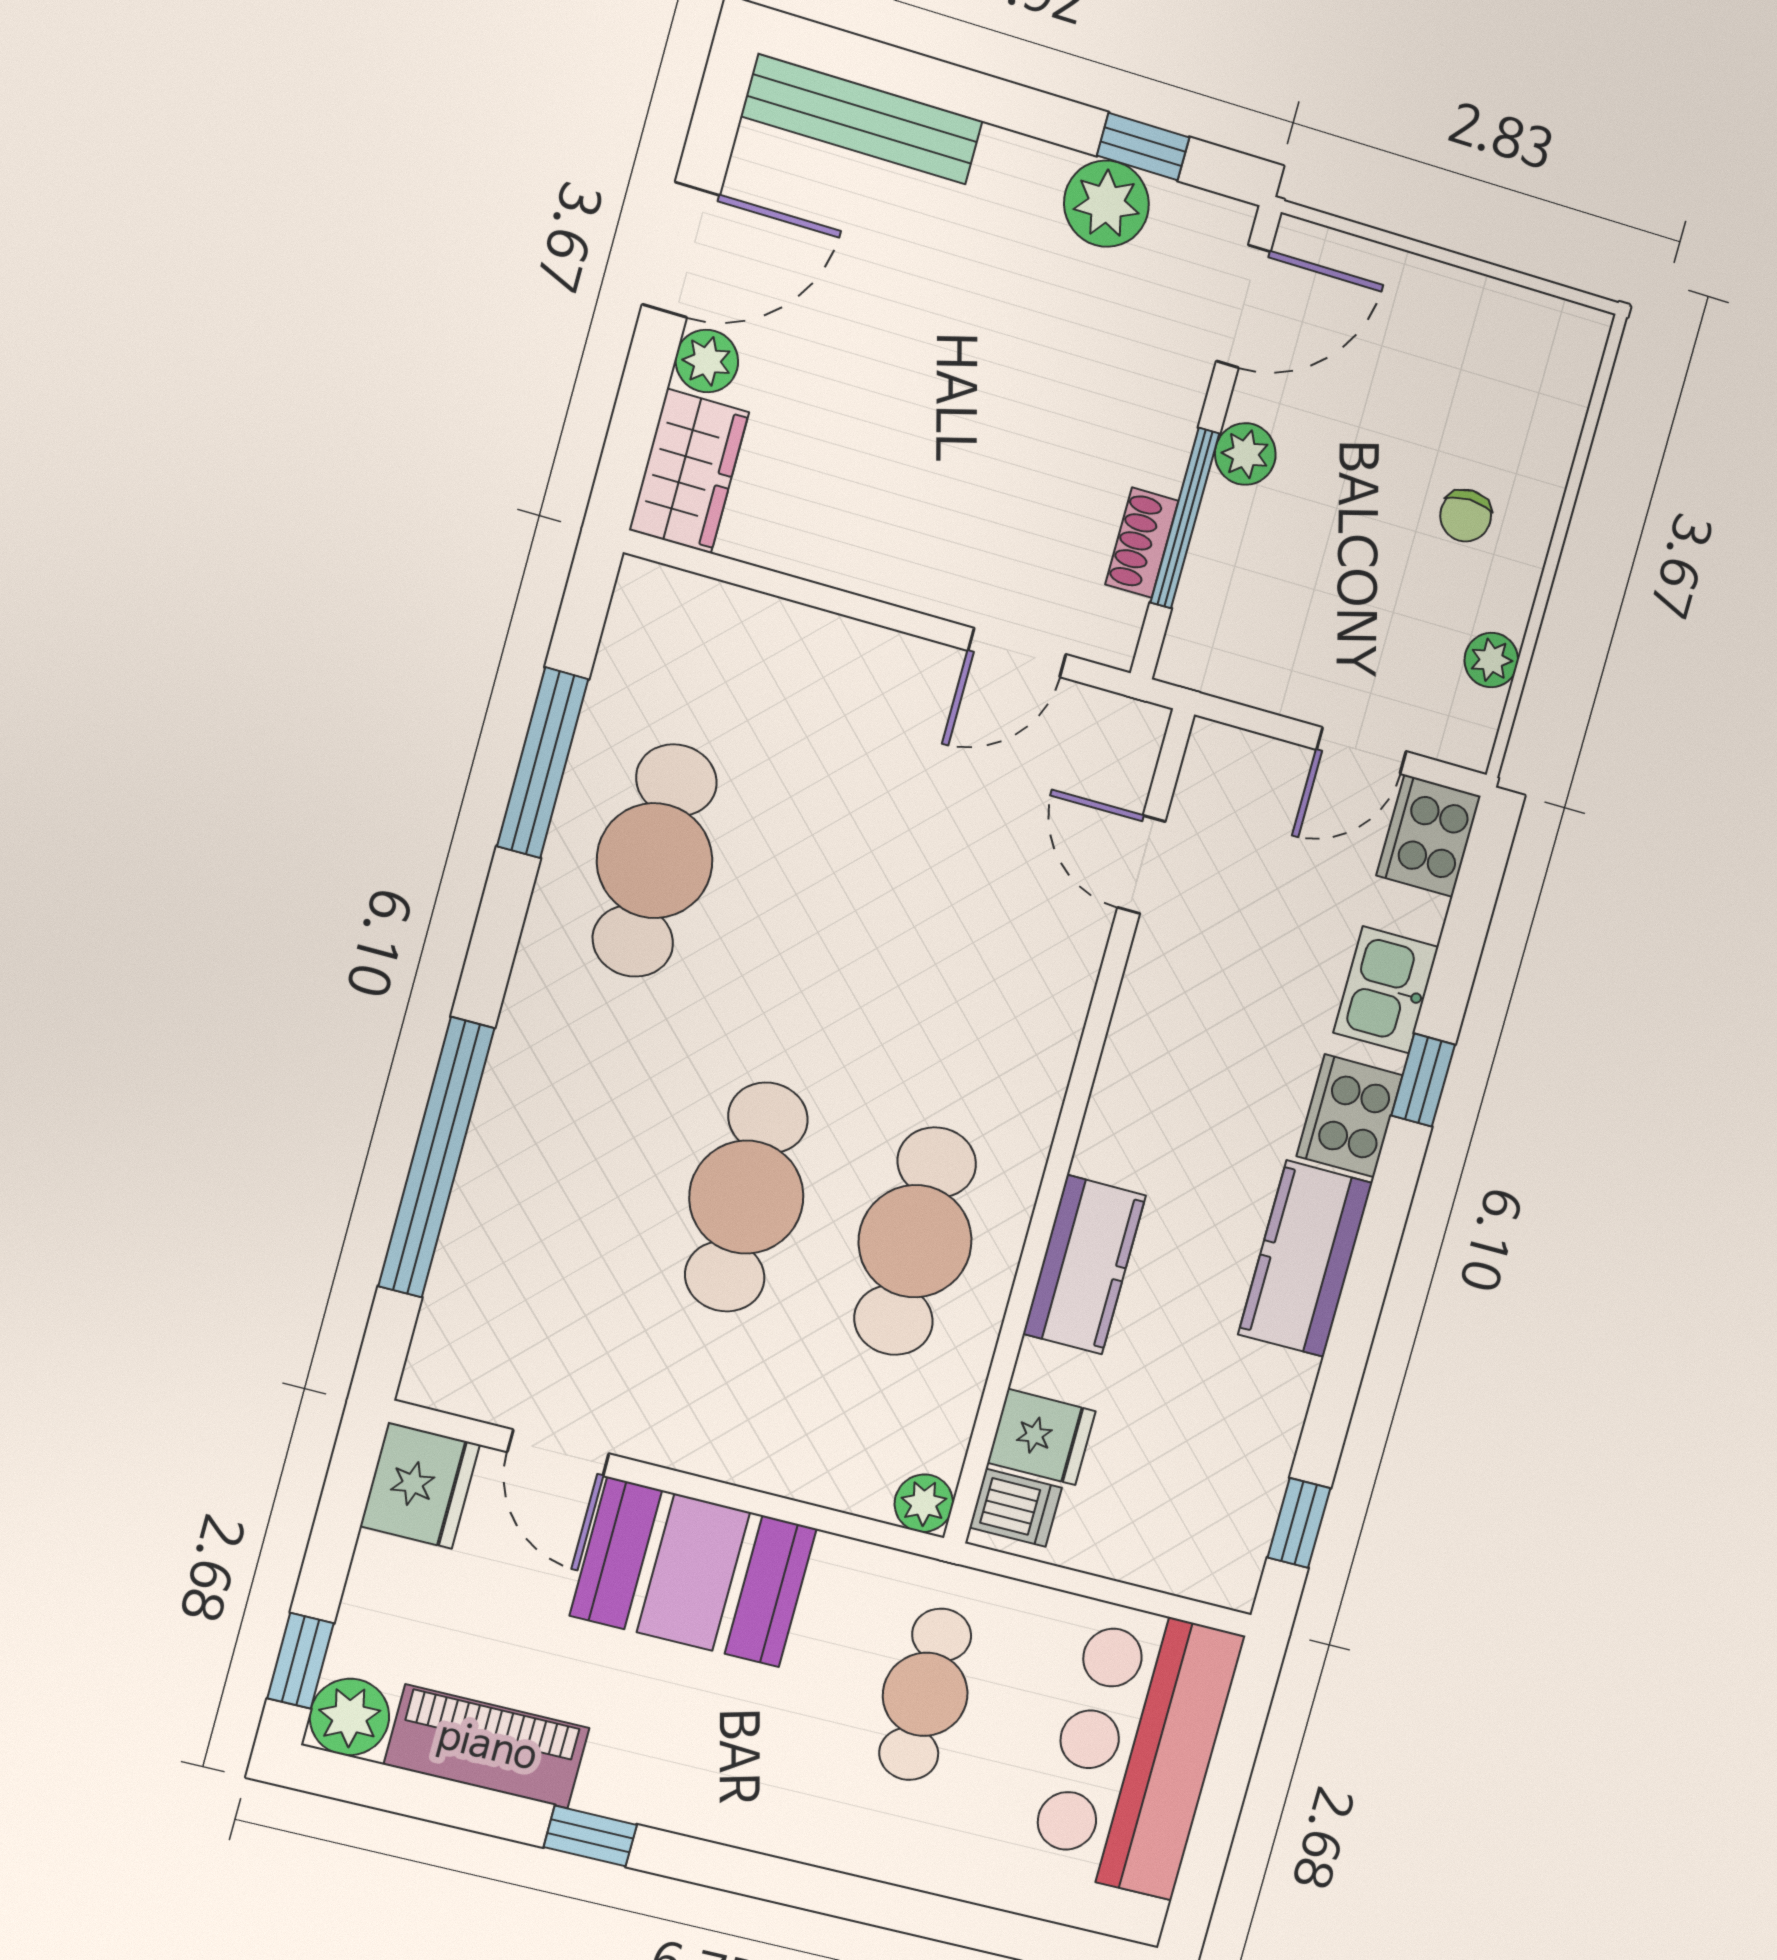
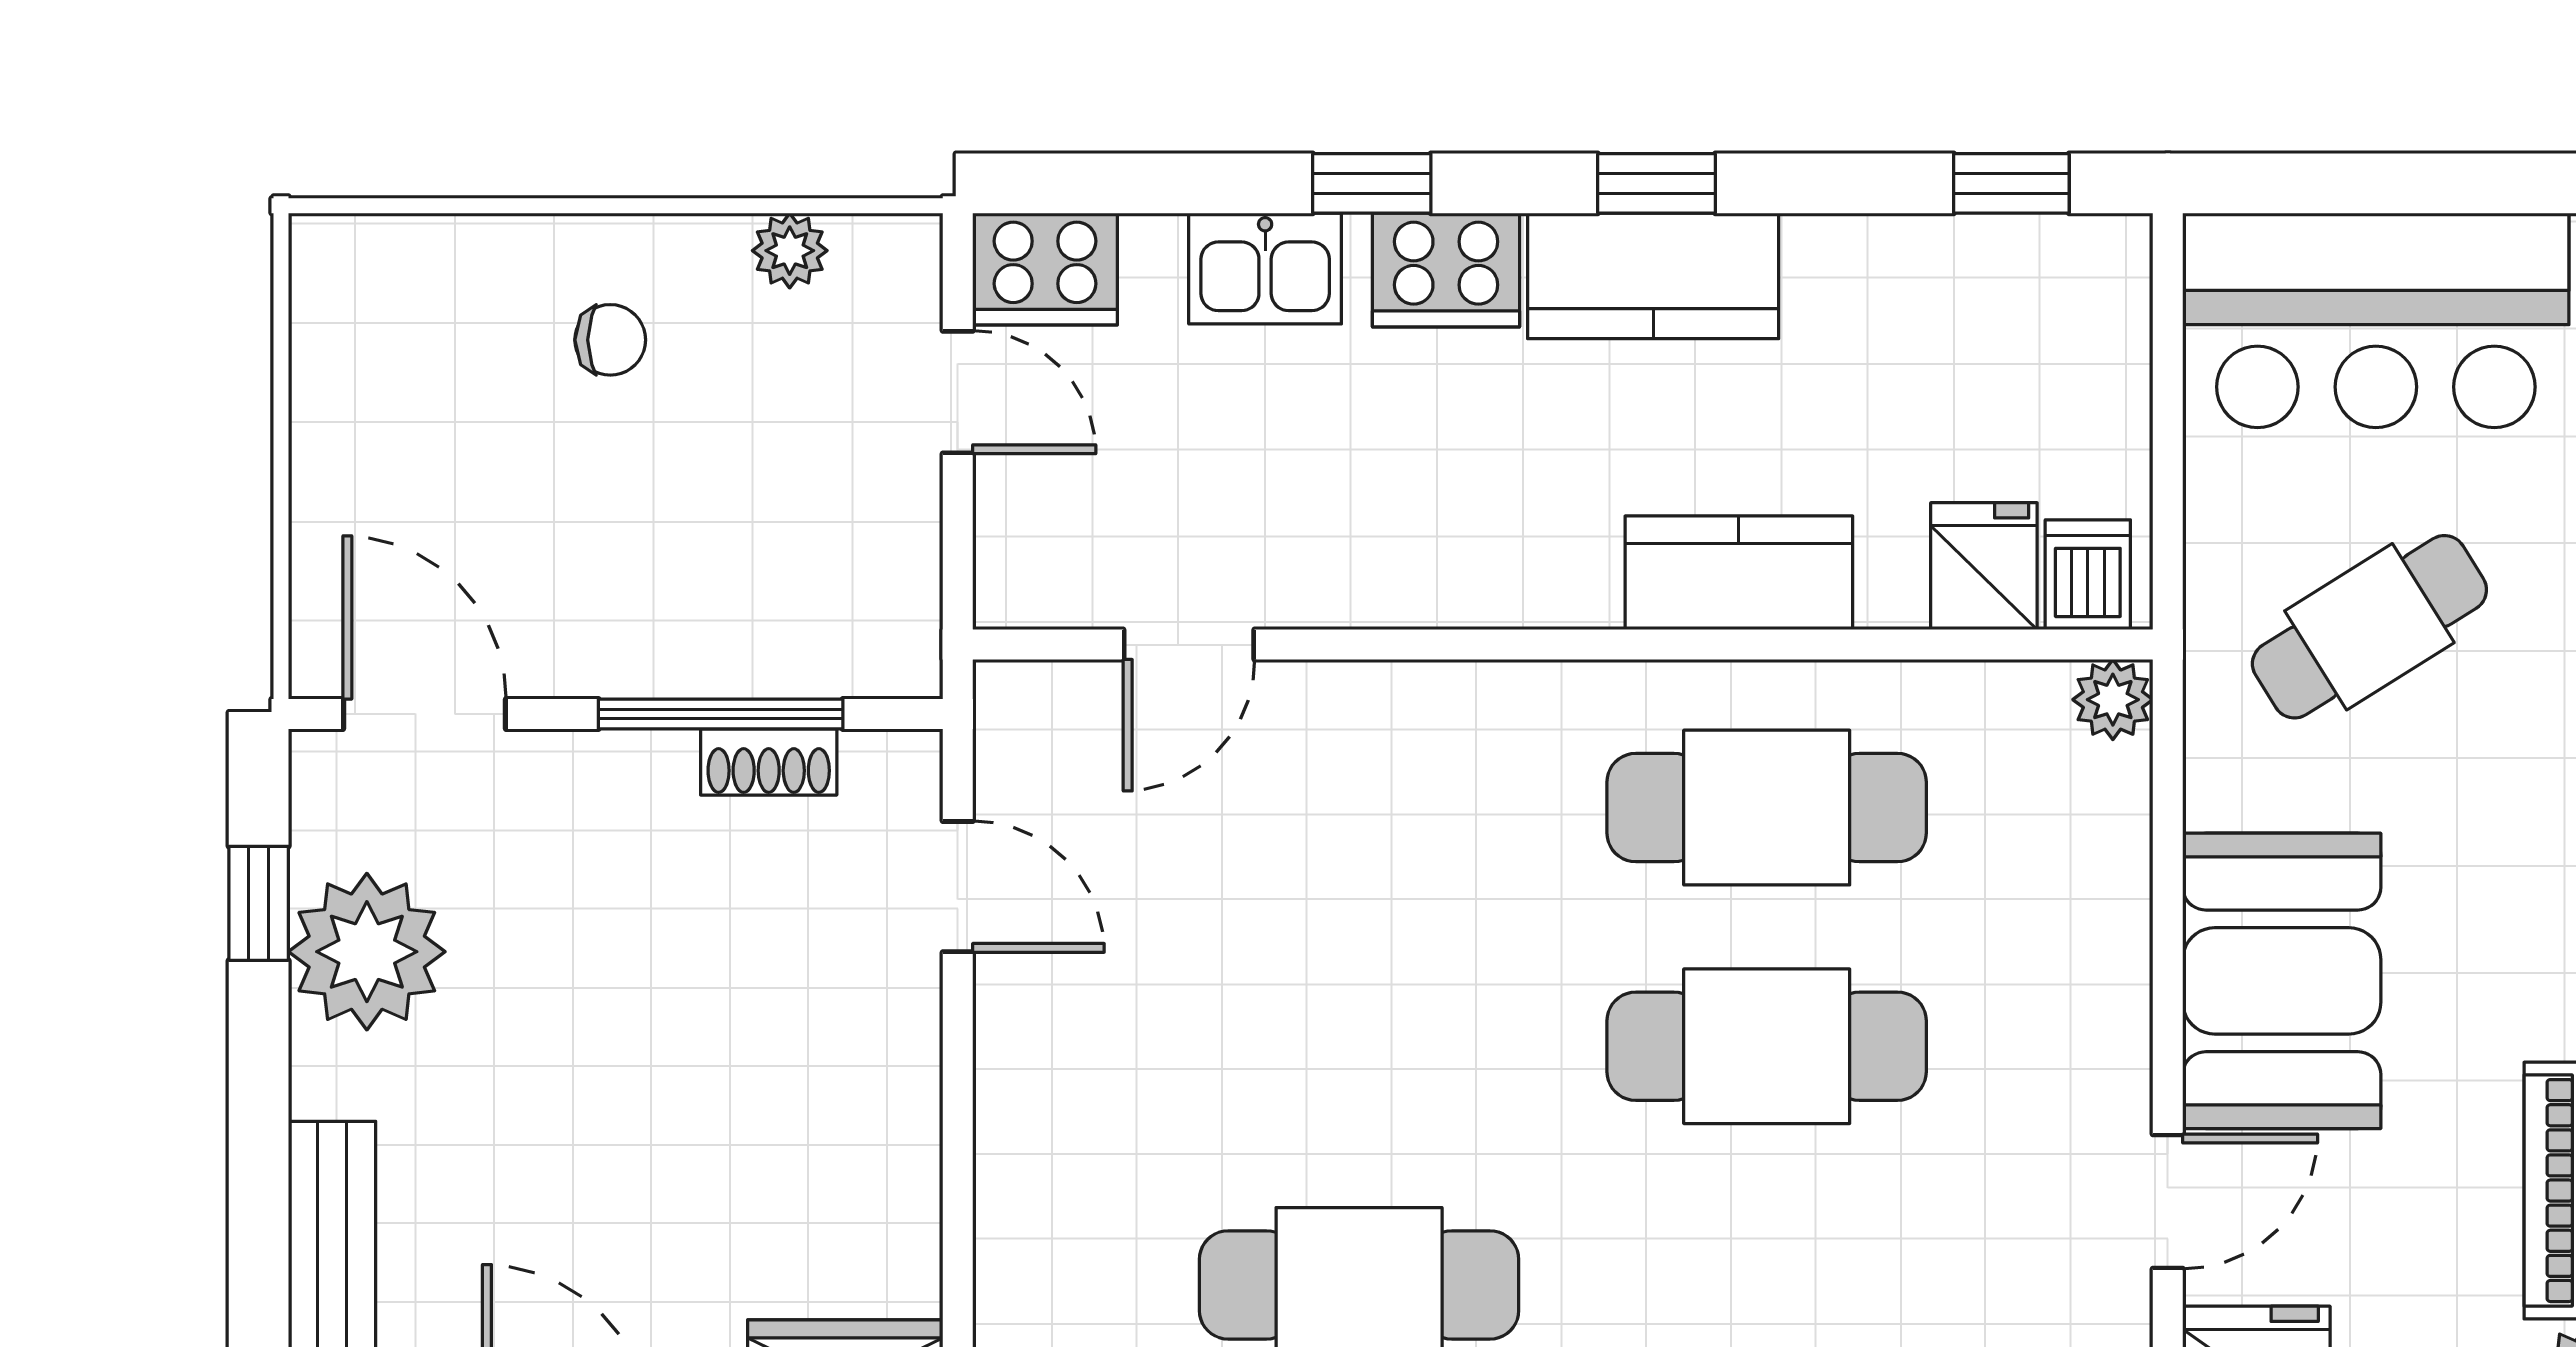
plant: (1106, 204) -> (367, 952), width x1.36, depth x1.36
plant: (1245, 454) -> (615, 657), removed
window: (1368, 1278) -> (1656, 183), added
cafe table: (925, 1694) -> (2369, 627), turned -32

